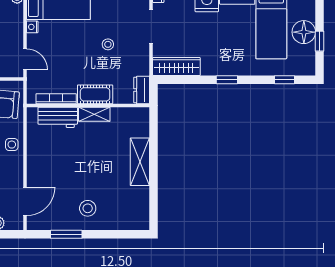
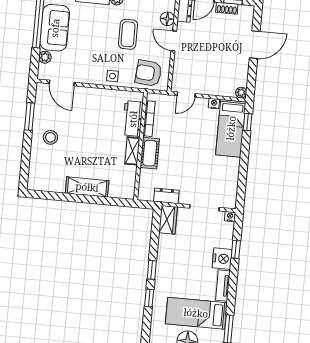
stool: (108, 44) -> (193, 168), removed
wardrobe: (176, 67) -> (168, 220), width x0.67
window: (285, 80) -> (149, 298), moved
dresser: (142, 90) -> (166, 196), moved

